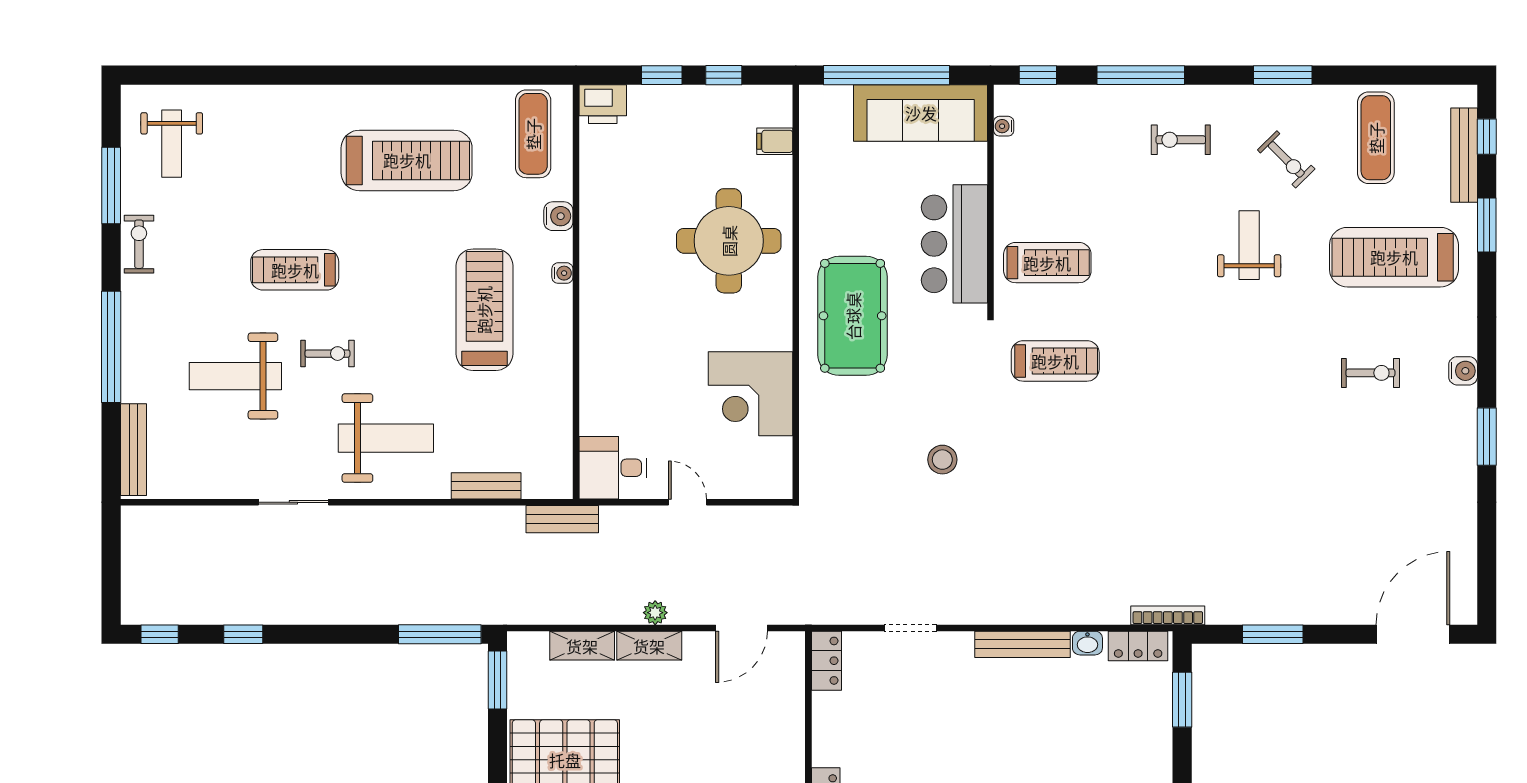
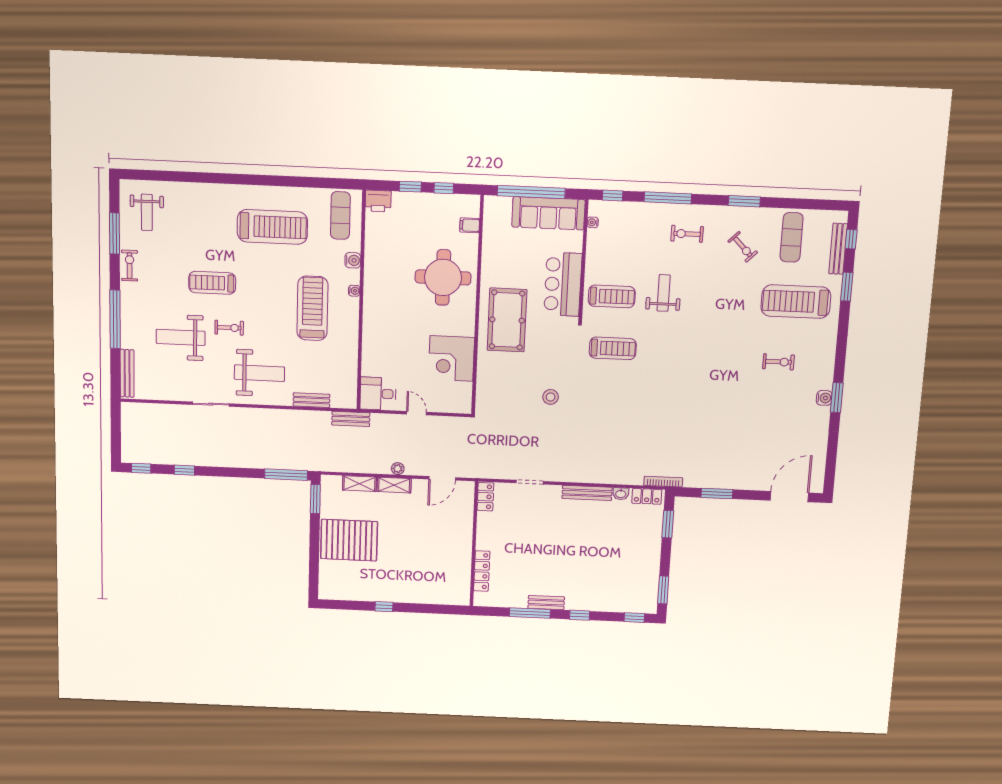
weight bench: (1249, 245) -> (664, 293), moved
water cooler: (1463, 371) -> (824, 398), moved

